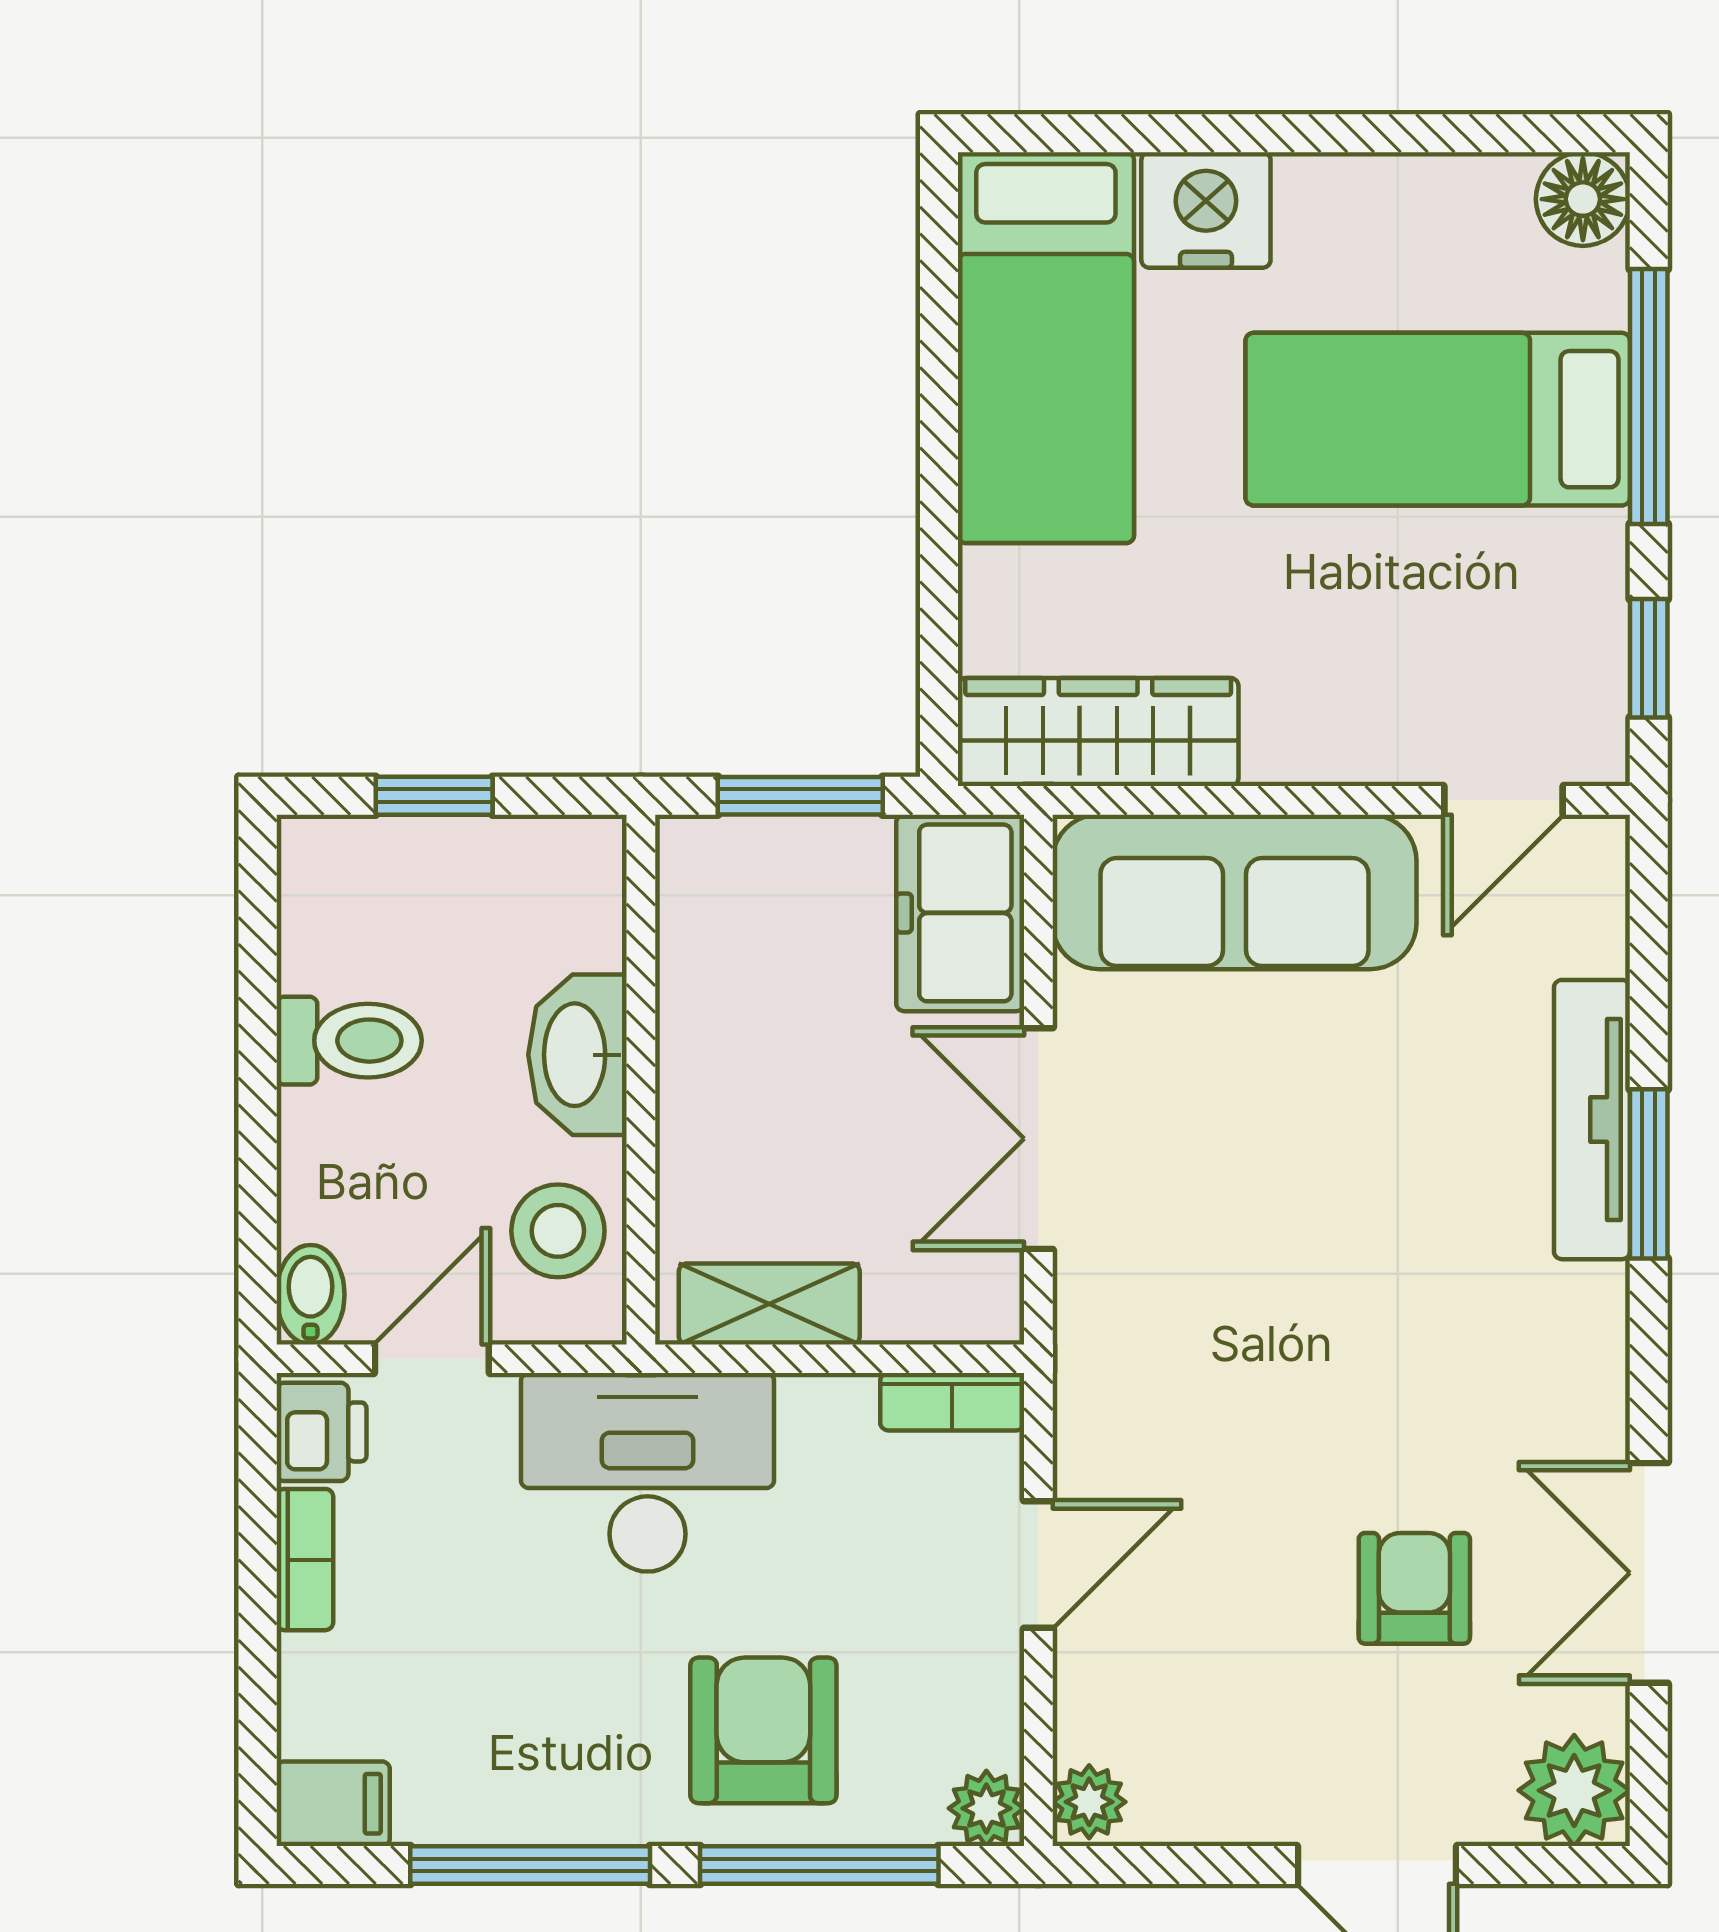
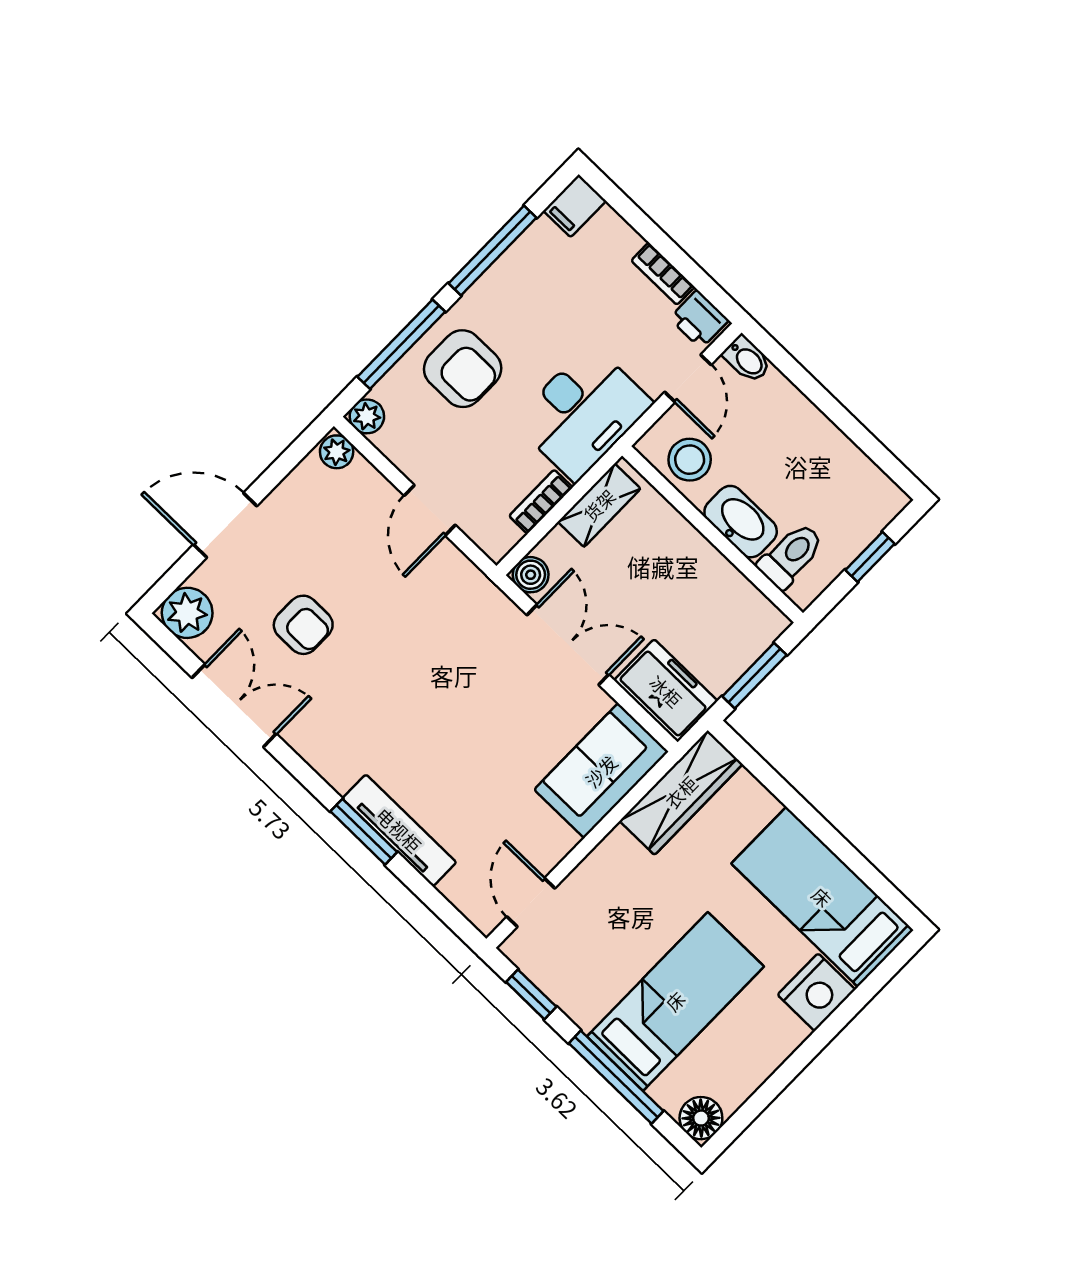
sofa: (1235, 892) -> (601, 771), width x0.73
toilet: (349, 1041) -> (791, 556), moved, turned 180
boiler: (985, 1305) -> (531, 575), added
bookcase: (952, 1402) -> (541, 502), moved

